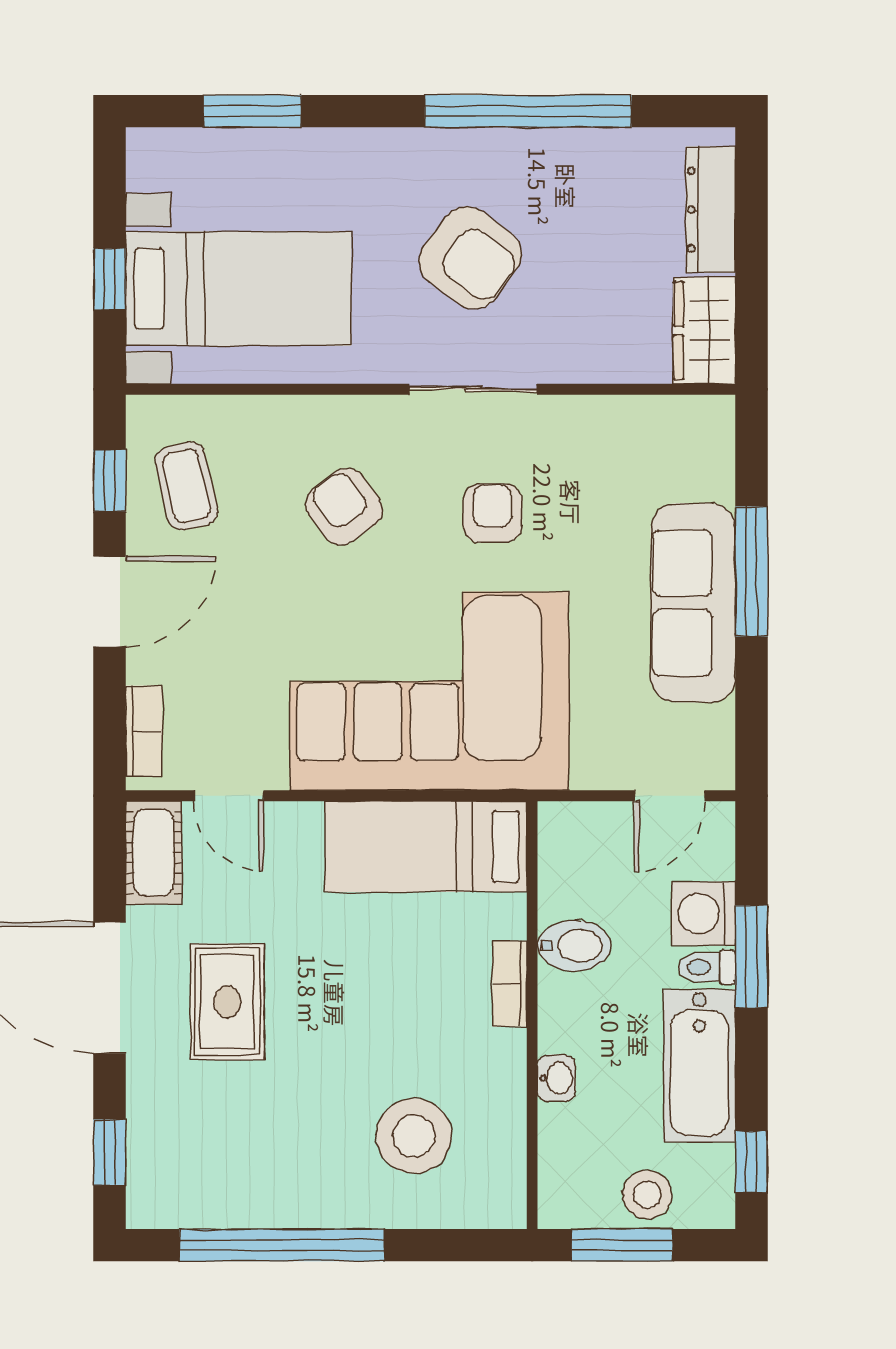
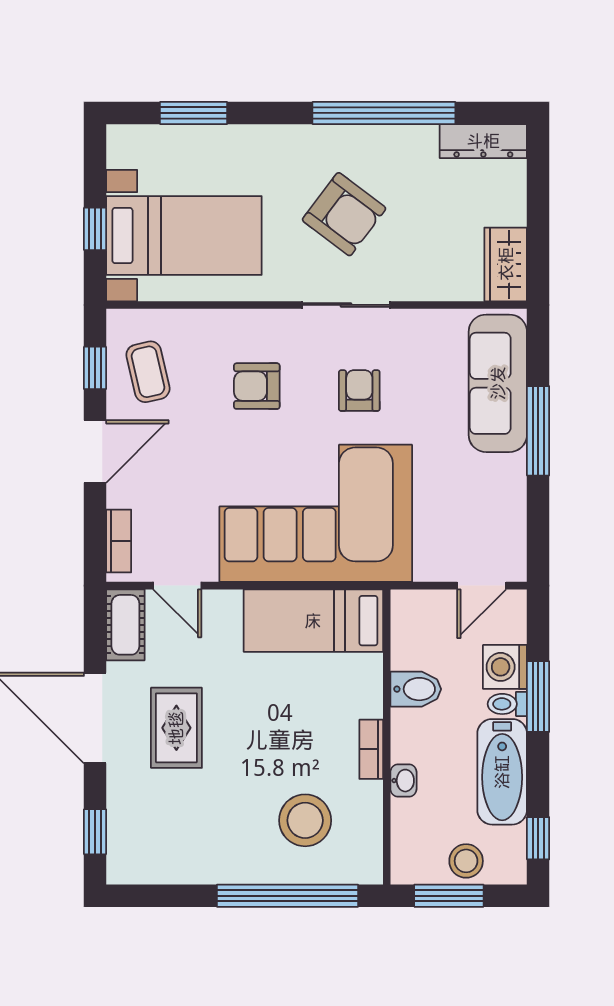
dresser: (711, 210) -> (483, 141), moved, turned -90
armchair: (344, 507) -> (257, 386), turned -54
sofa: (693, 603) -> (498, 383), moved
bookcase: (510, 984) -> (371, 749), moved
window: (282, 1245) -> (288, 896), moved

